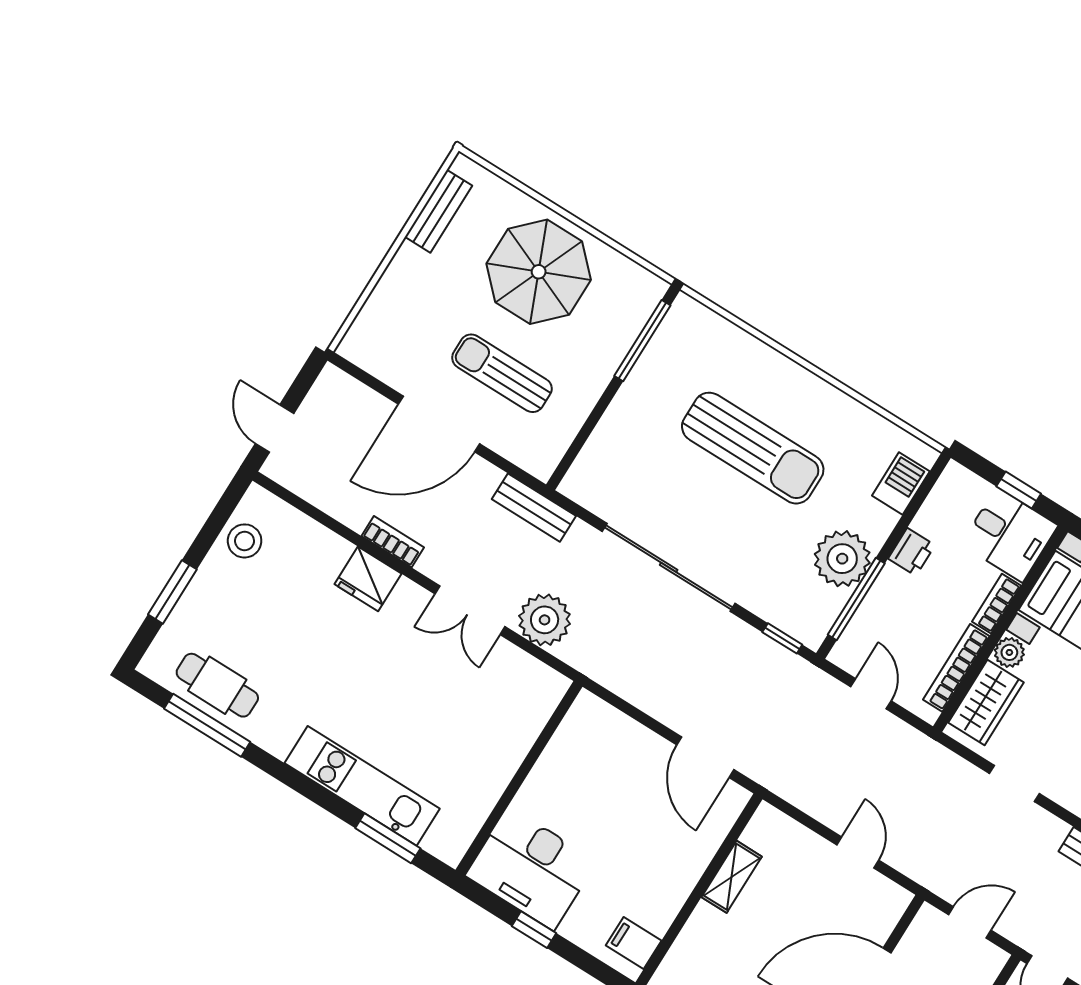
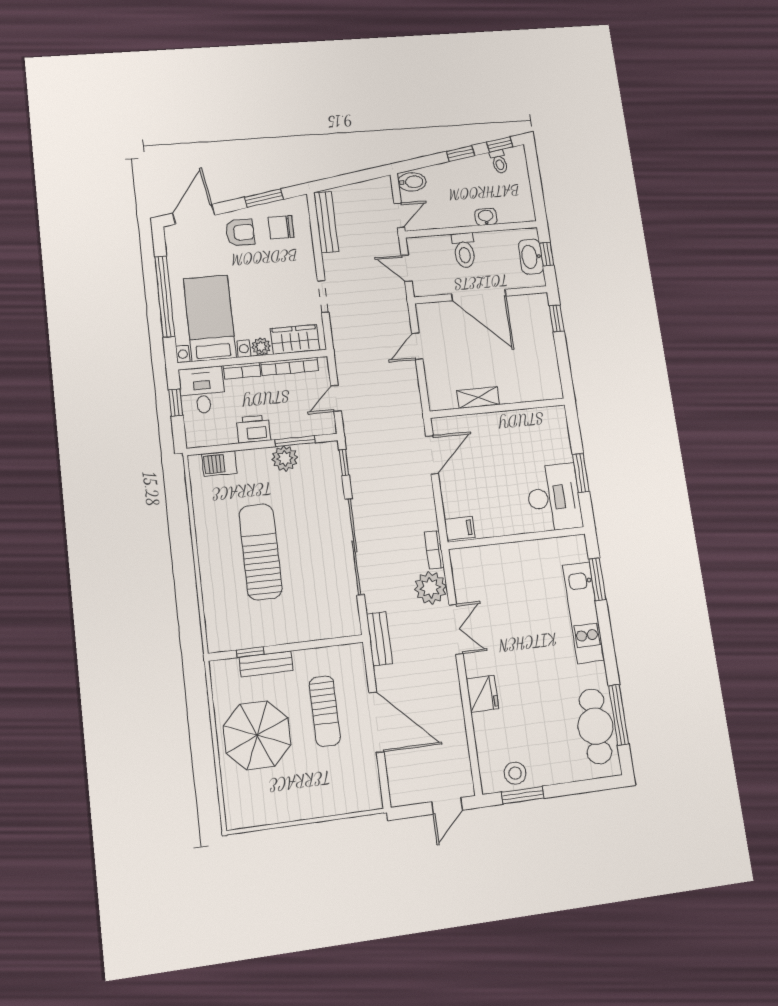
bench: (439, 211) -> (266, 664), moved
window: (642, 341) -> (250, 652), width x0.46
bookcase: (393, 542) -> (434, 550), moved
printer: (912, 552) -> (254, 429), width x1.36, depth x1.24
plant: (842, 559) -> (285, 458), width x0.73, depth x0.73
window: (172, 592) -> (523, 795), moved
window: (856, 599) -> (295, 441), width x0.69
cafe table: (217, 685) -> (595, 726), width x1.37, depth x1.35
window: (534, 930) -> (581, 473), width x1.50
filing cabinet: (634, 943) -> (460, 528), moved, turned -90

